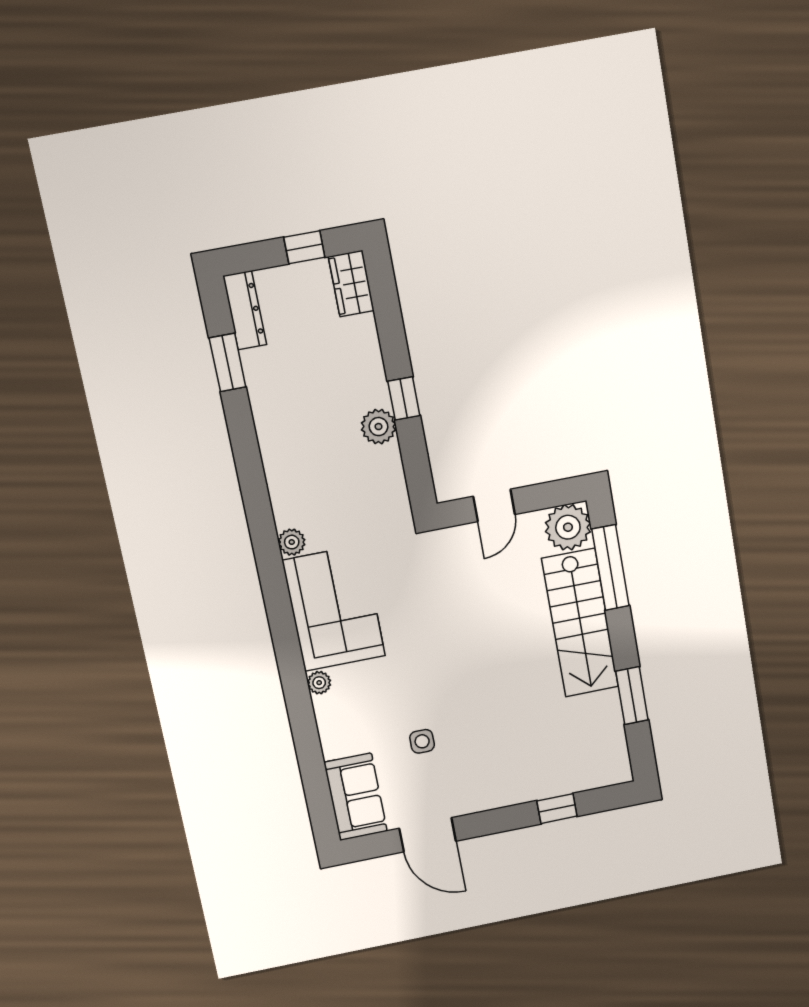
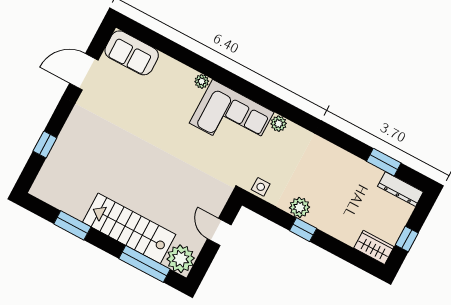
side table: (422, 741) -> (261, 187), moved

